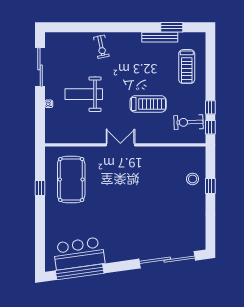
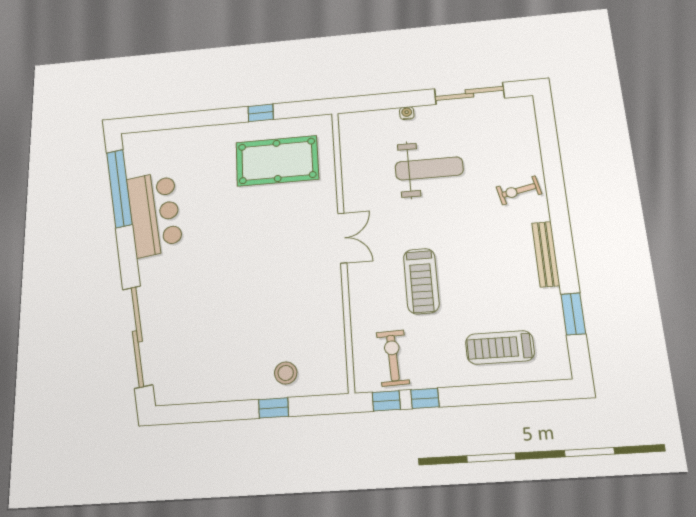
bench: (160, 37) -> (546, 254), moved
weight bench: (84, 94) -> (429, 168), turned 90
bar counter: (79, 253) -> (155, 213), moved

